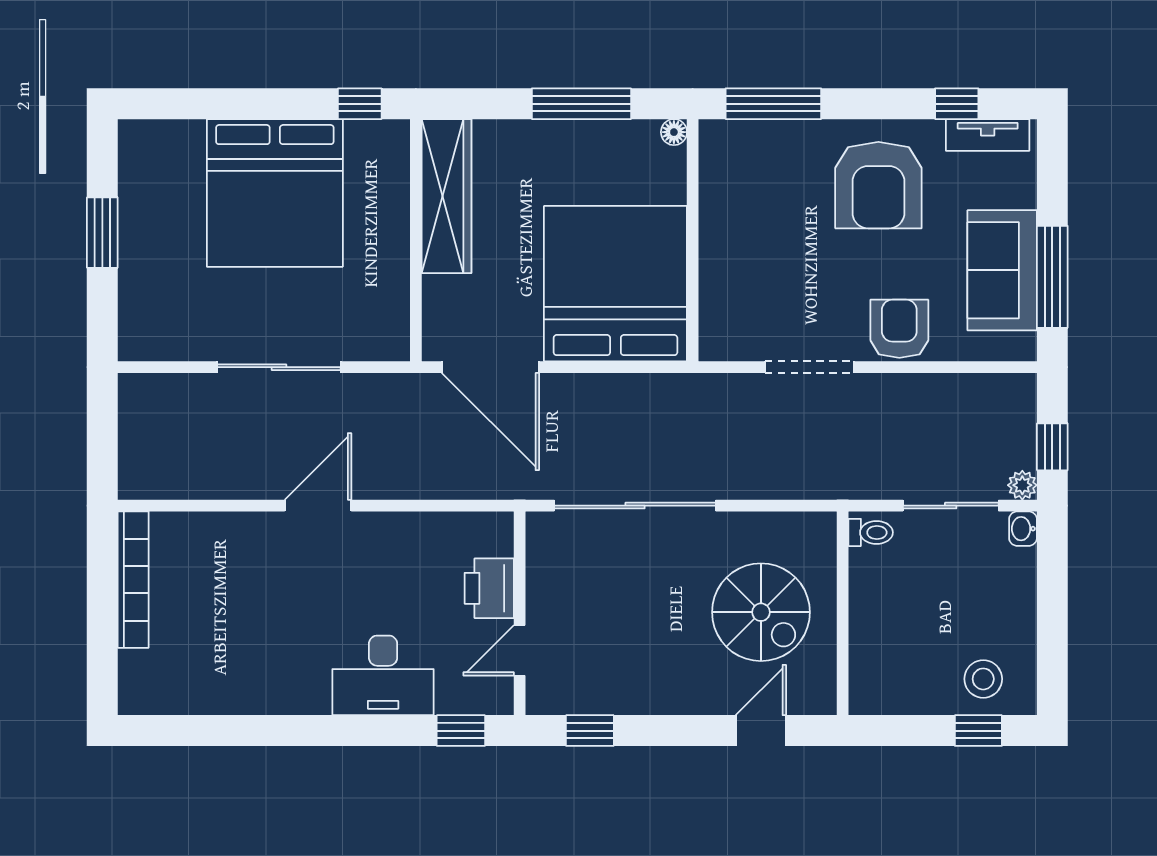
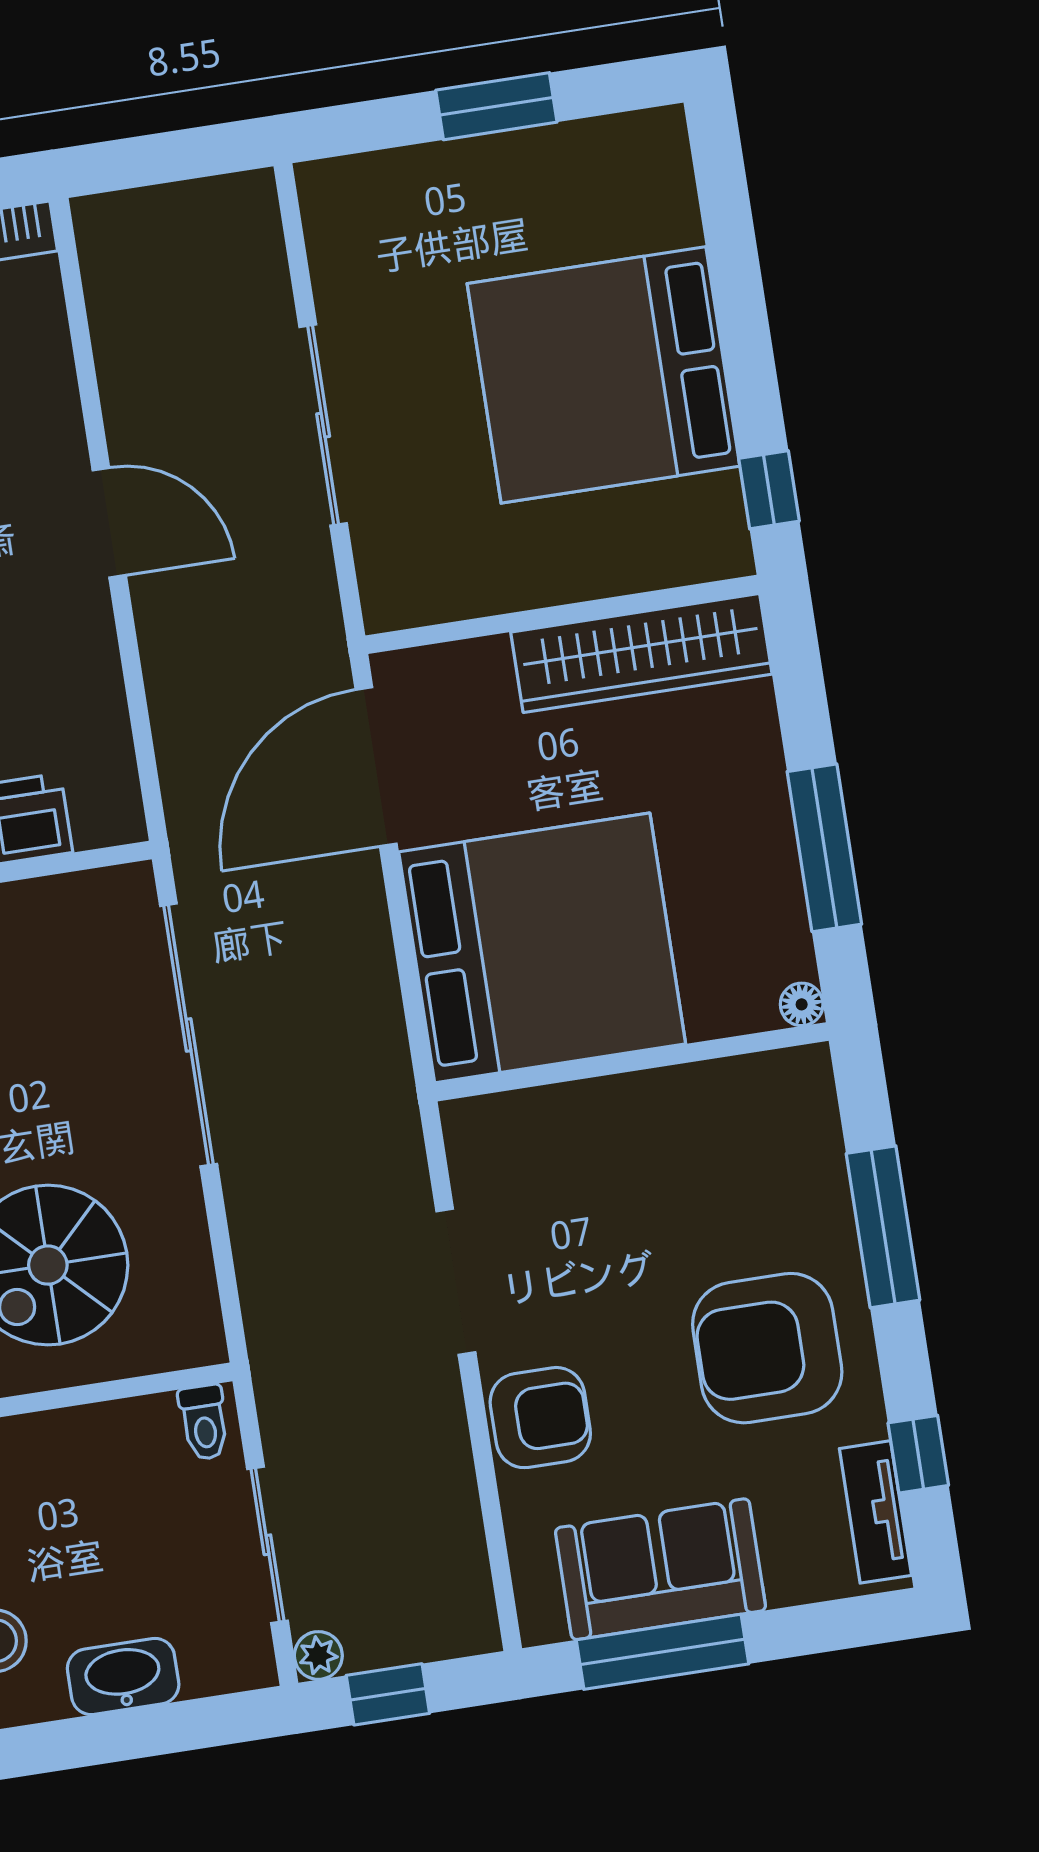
window: (773, 104) -> (883, 1227), moved
washbasin: (1023, 529) -> (123, 1676), moved, width x1.91, depth x1.45

